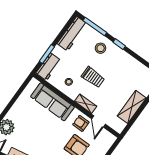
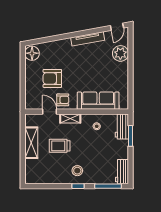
workbench: (72, 34) -> (122, 172), width x0.73
stool: (101, 48) -> (77, 171), moved
trolley: (93, 77) -> (60, 146), moved

